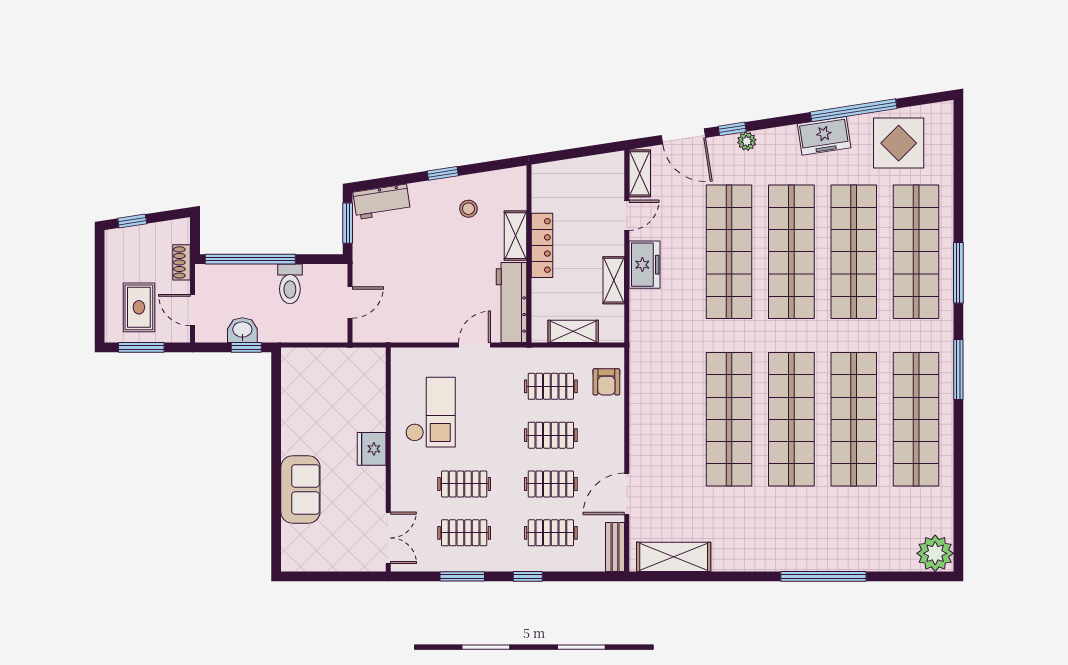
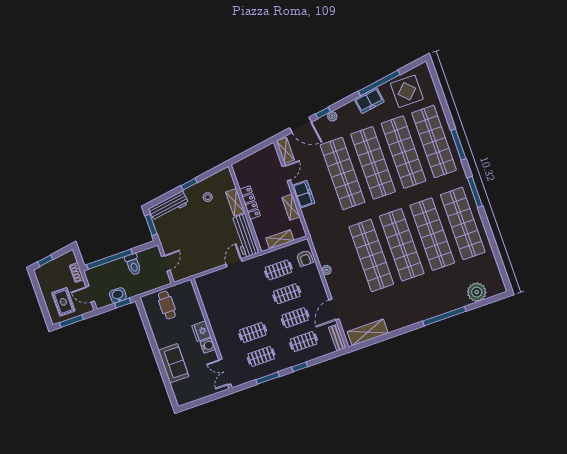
workbench: (382, 202) -> (169, 206), width x1.37
cafe table: (325, 379) -> (167, 305), added
checkout: (430, 412) -> (224, 303), removed
plant: (639, 417) -> (327, 270), added
water cooler: (374, 479) -> (208, 346), added
double door: (388, 538) -> (225, 372), swing flipped
plant: (935, 553) -> (477, 292), moved

